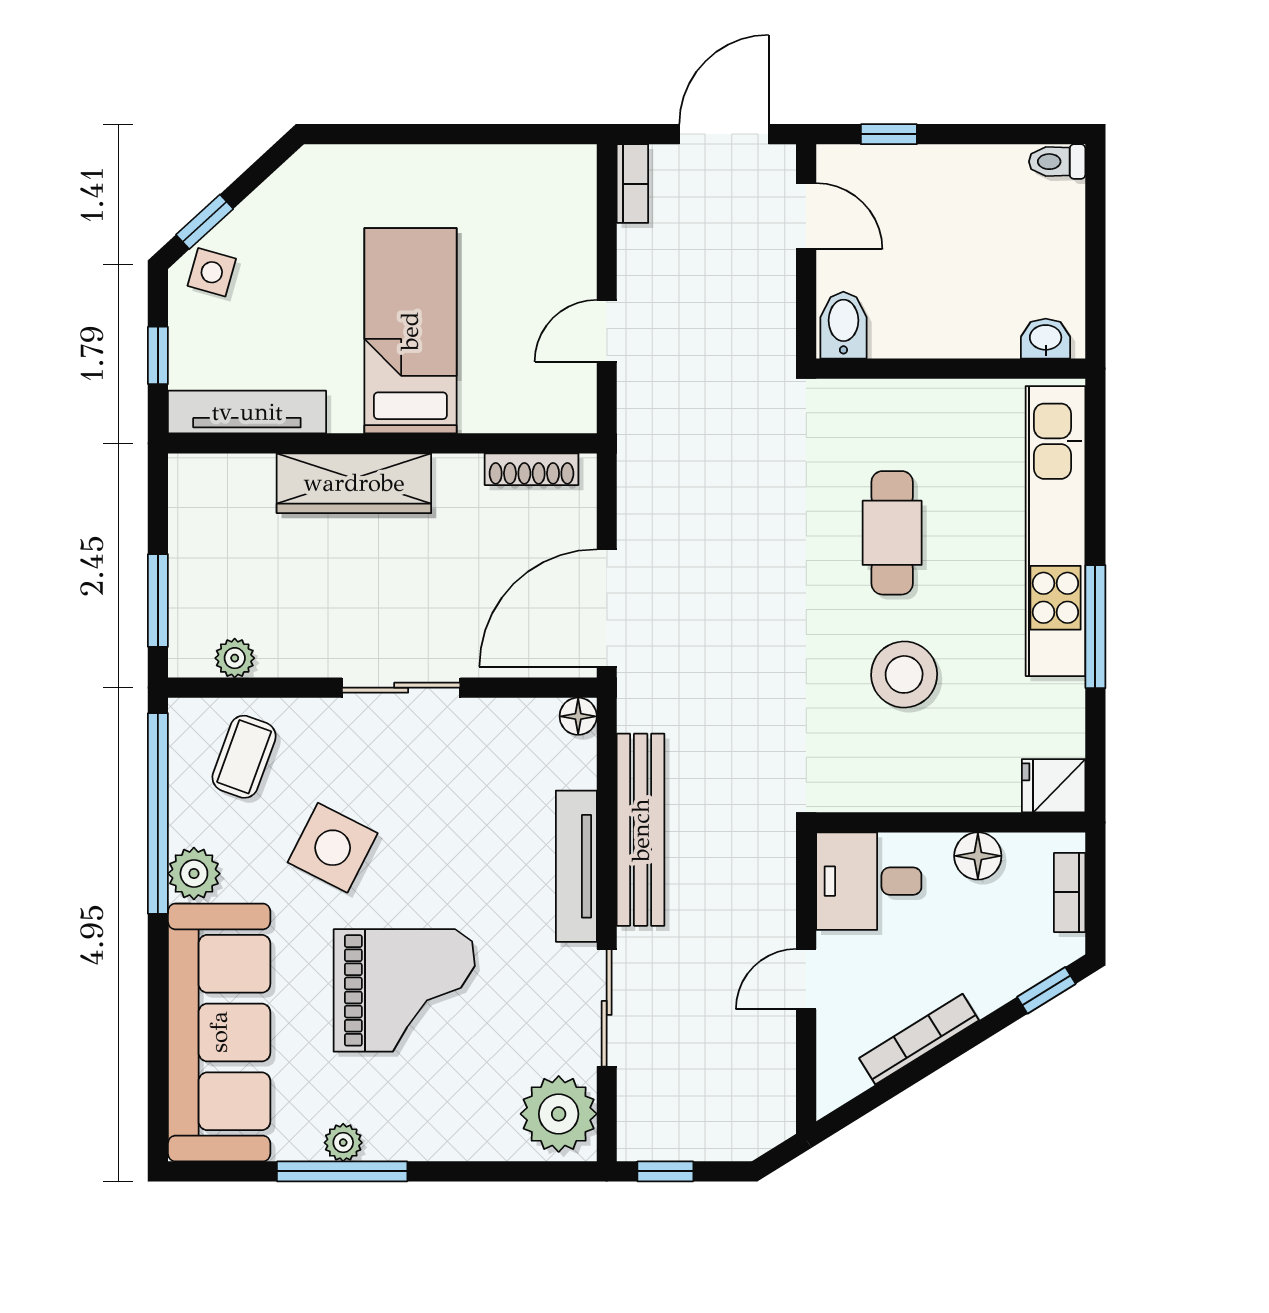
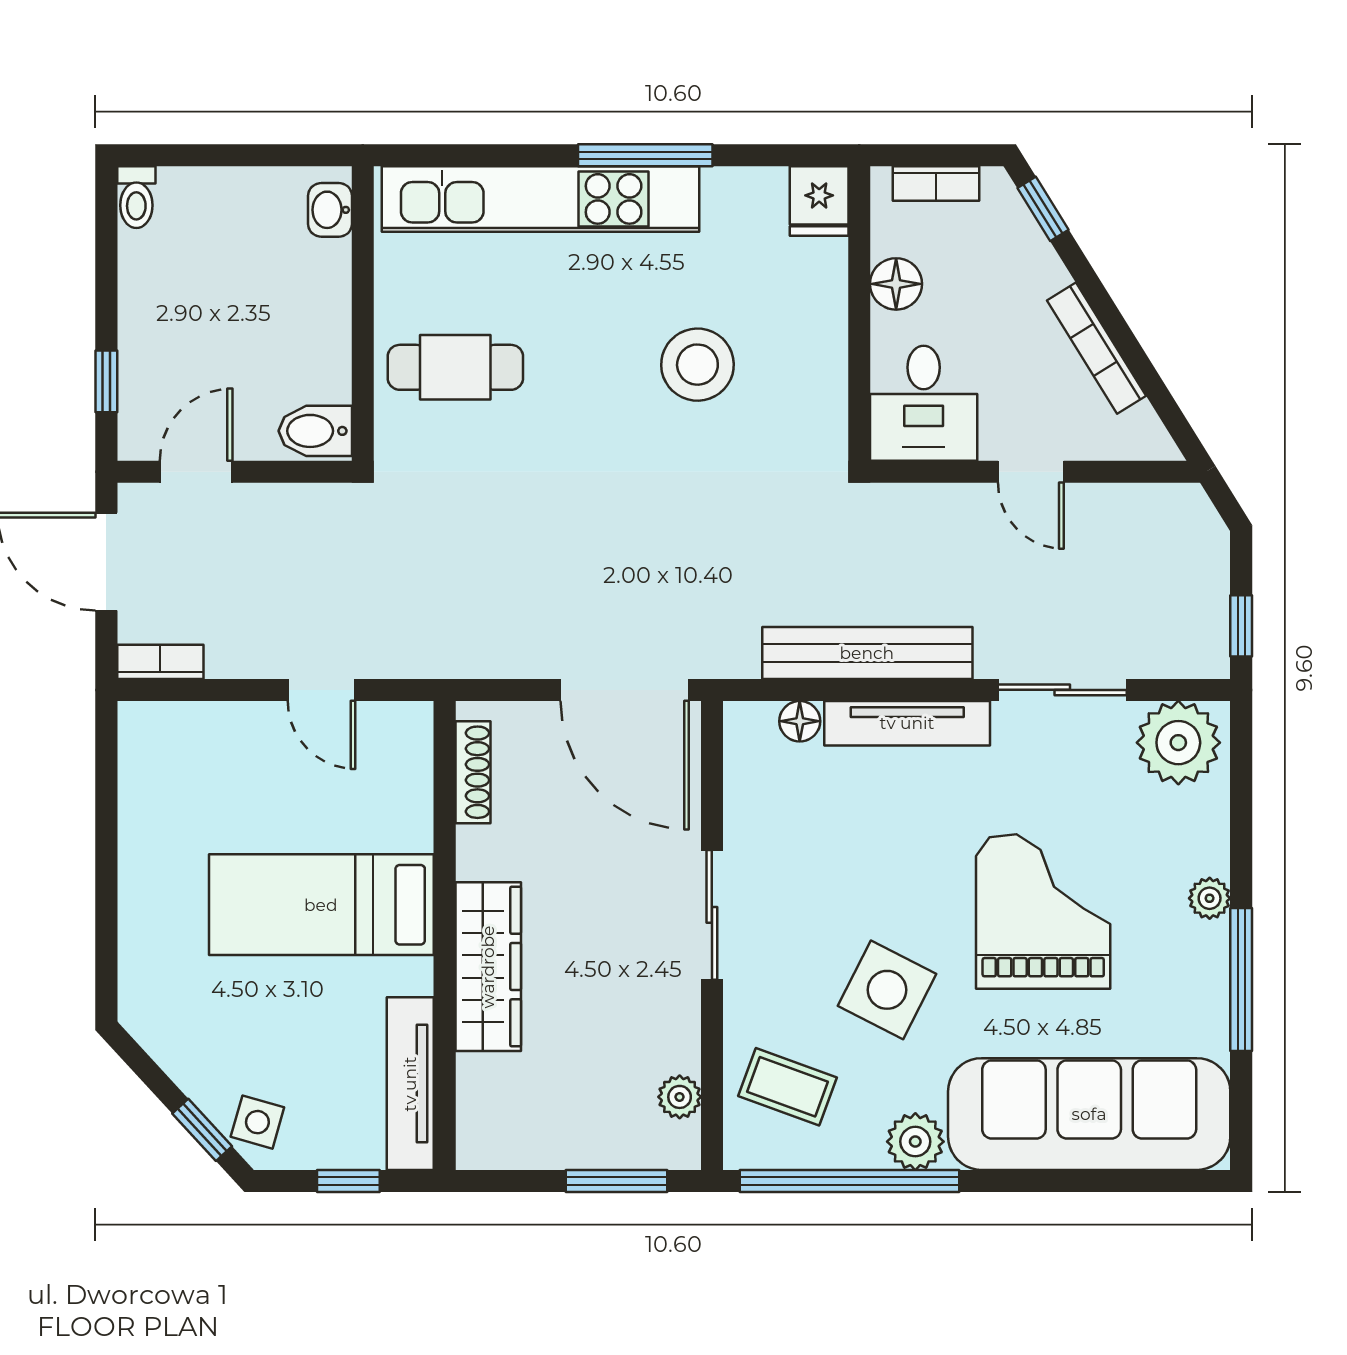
cafe table: (892, 533) -> (455, 367), moved
floor lamp: (578, 716) -> (800, 721), moved
plant: (343, 1143) -> (1210, 898), moved

